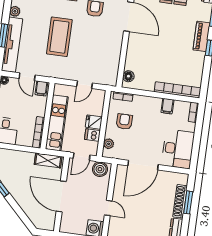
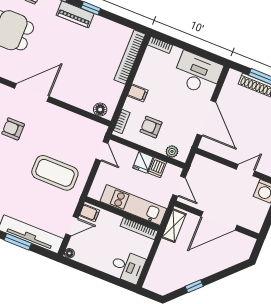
coffee table: (59, 37) -> (55, 173), moved
door: (84, 85) -> (102, 151), moved
filing cabinet: (167, 106) -> (138, 93), moved
boiler: (100, 169) -> (199, 169), removed

